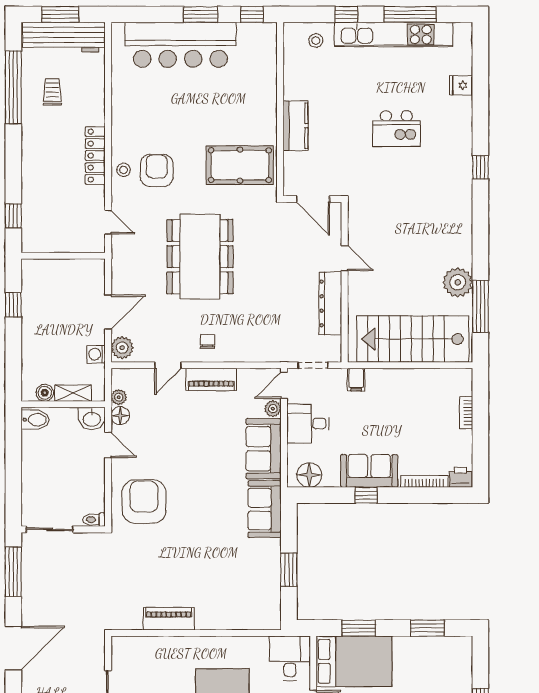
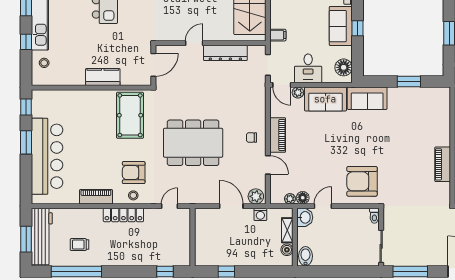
piano: (122, 116) -> (96, 197), added

